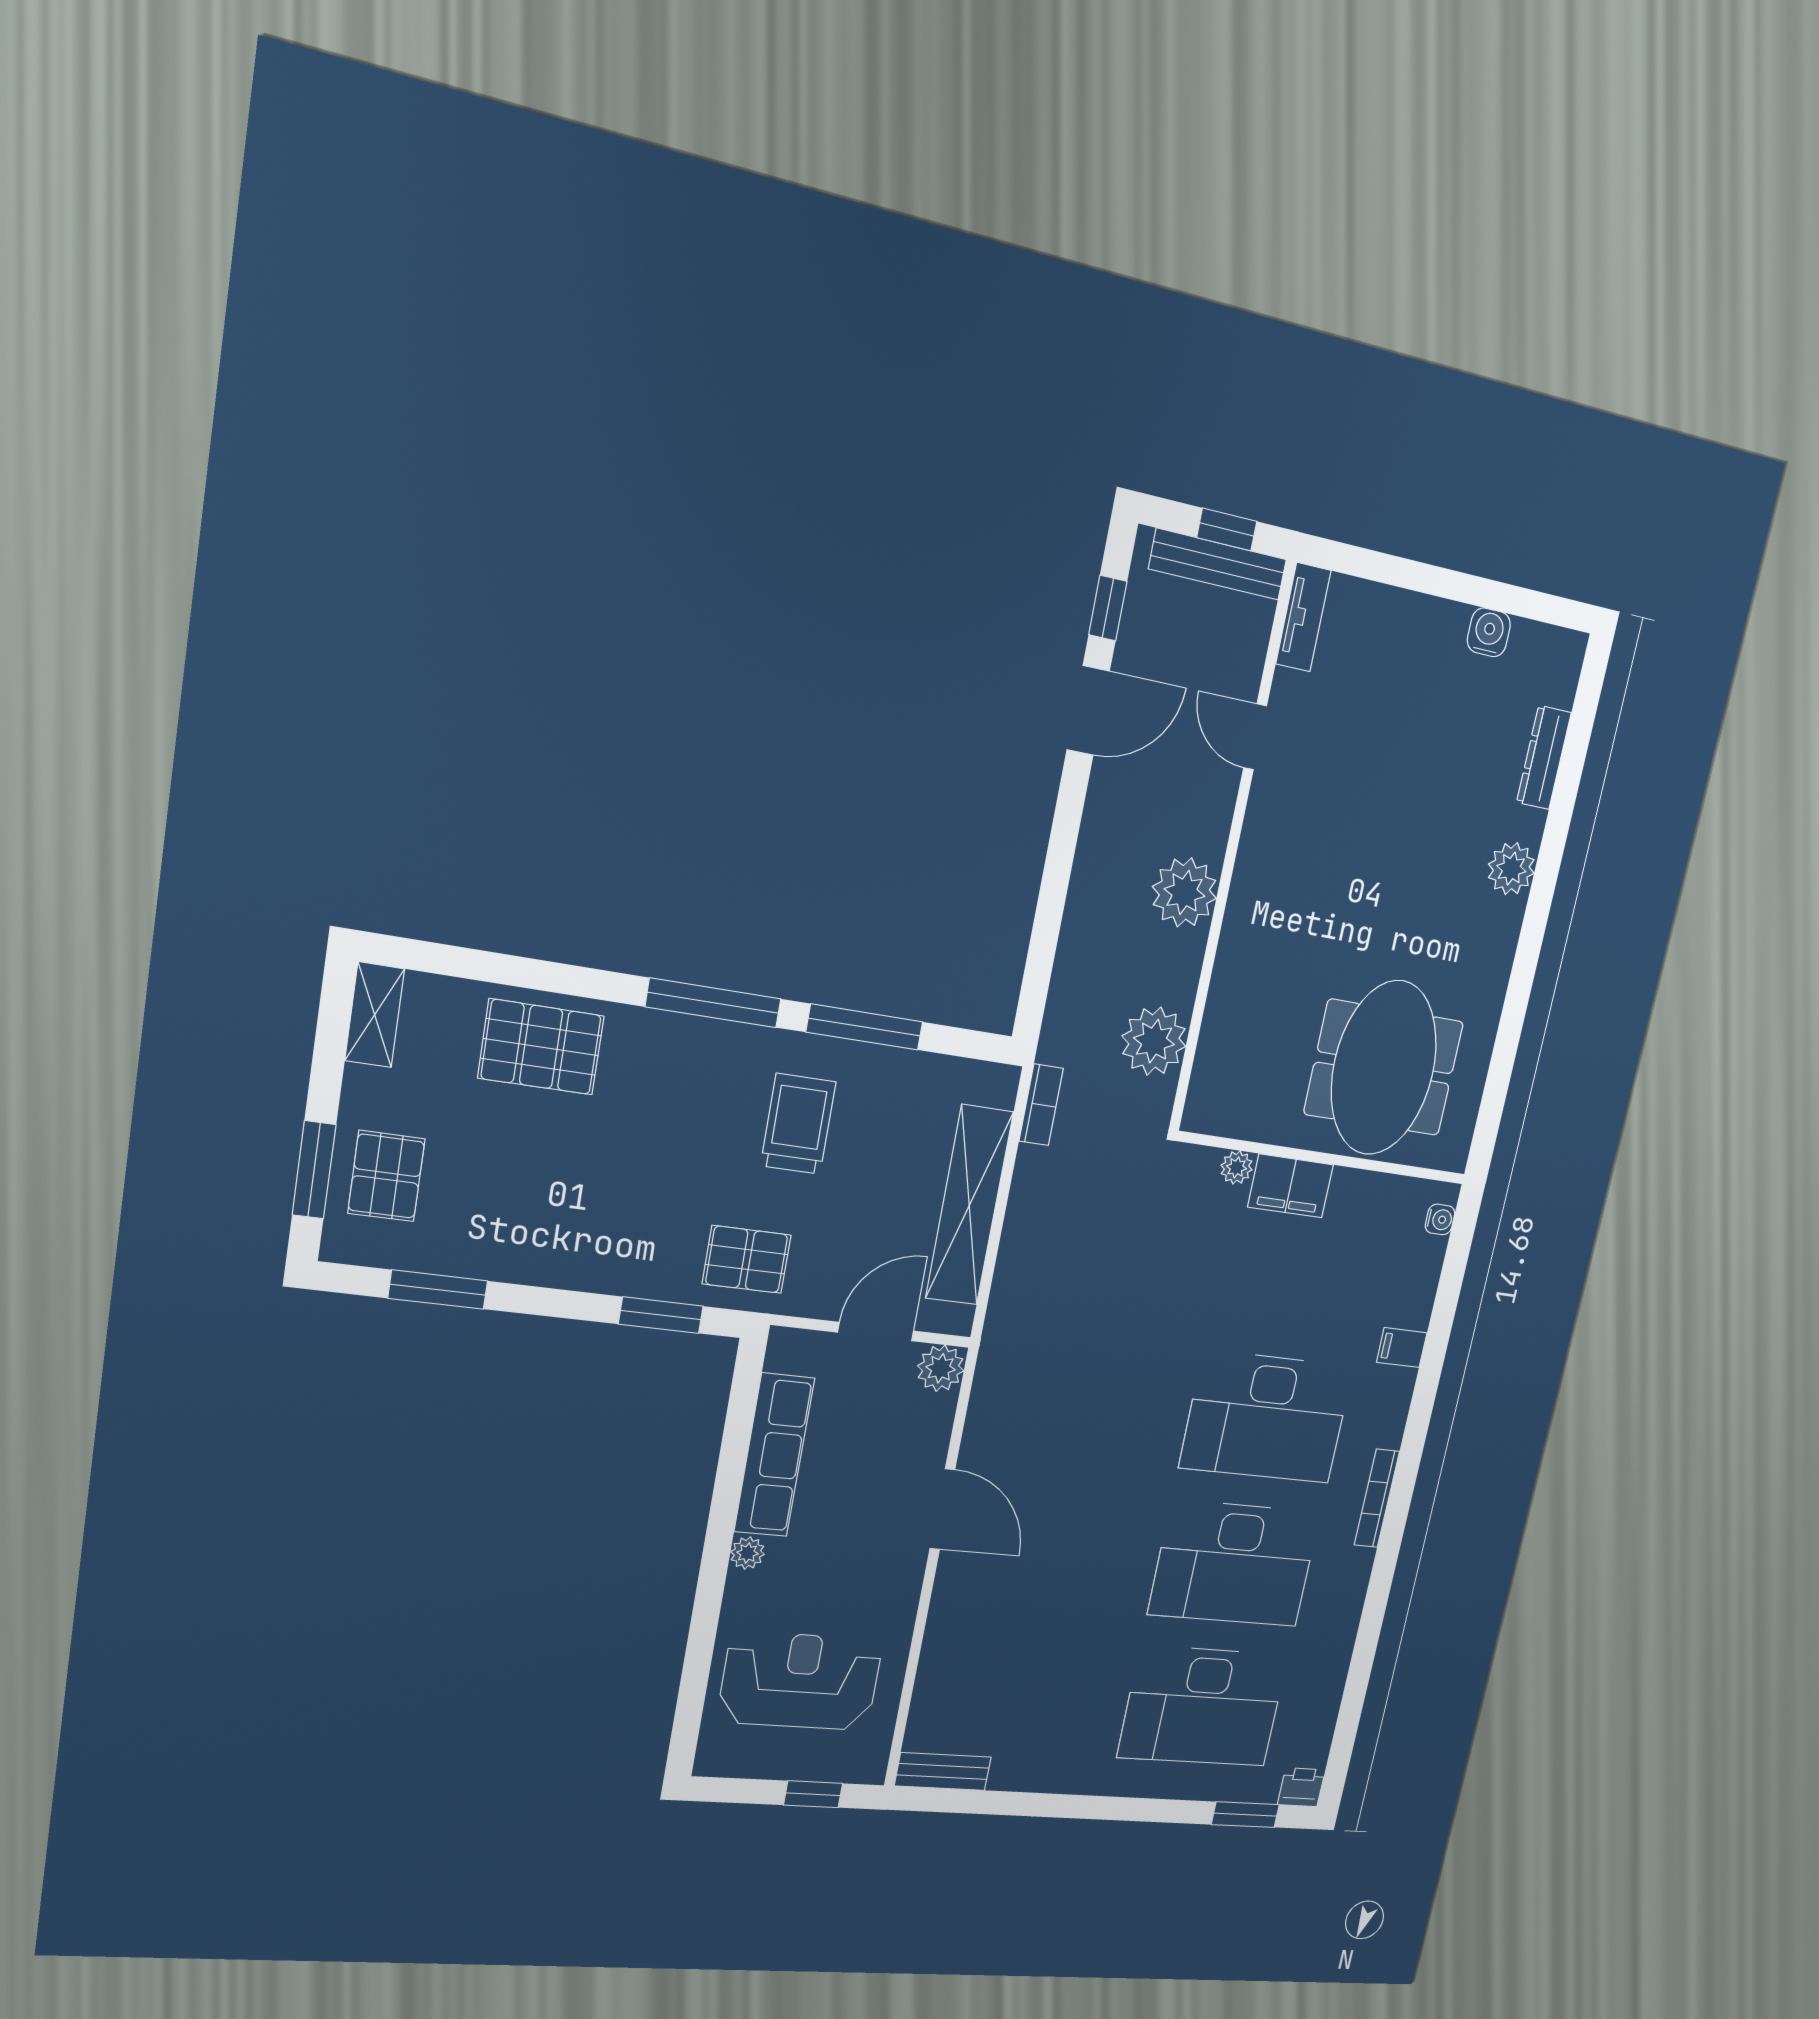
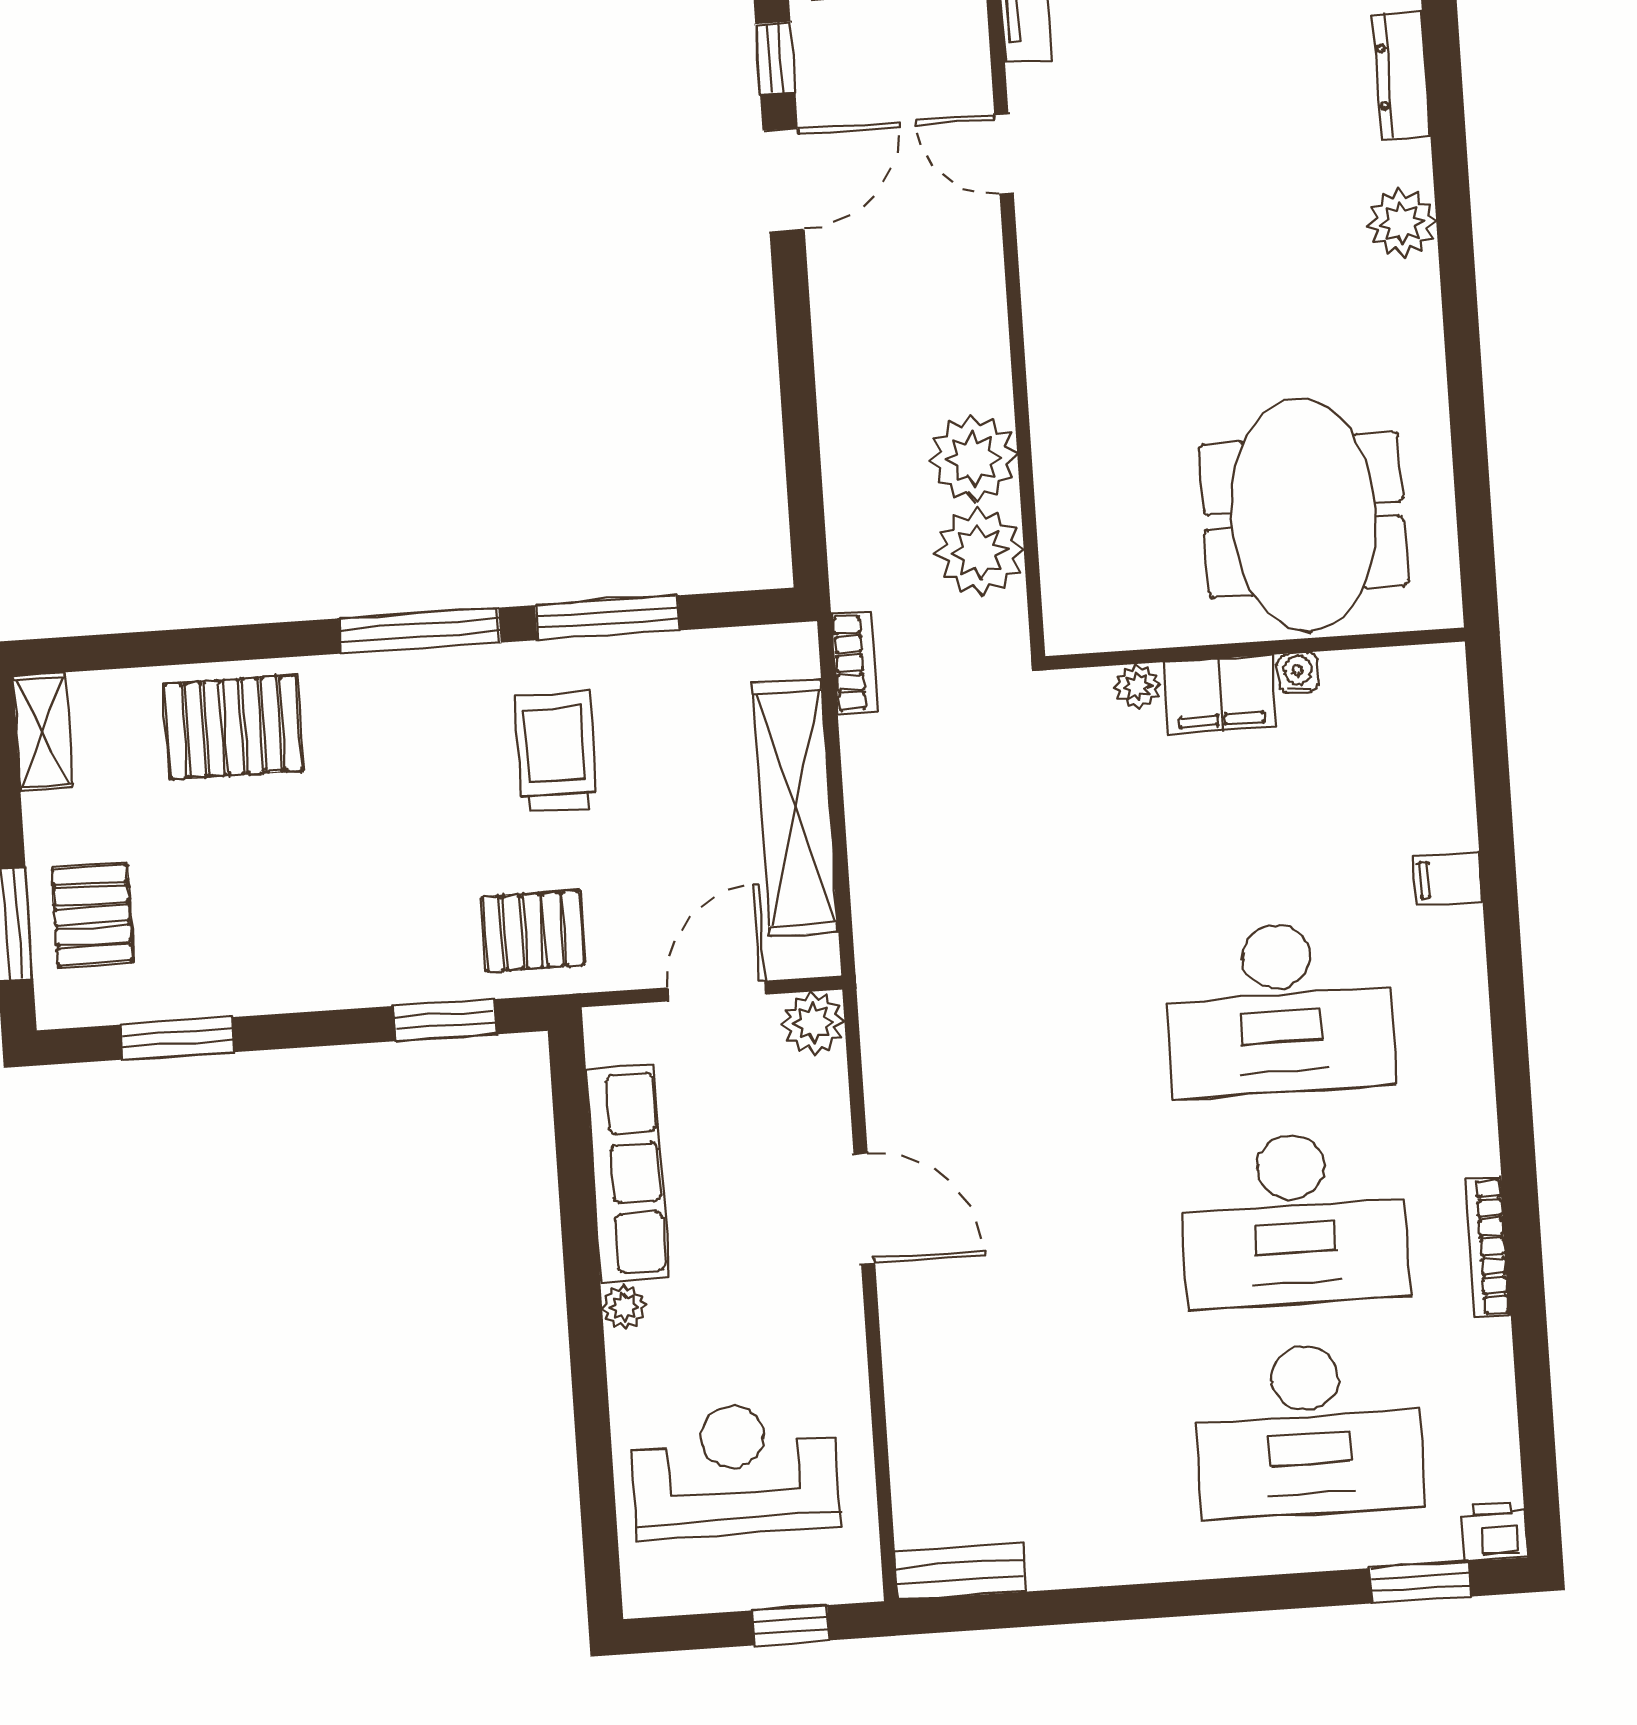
plant: (1184, 892) -> (974, 459), moved
water cooler: (1440, 1219) -> (1298, 673), moved, turned -90
bookcase: (1377, 1498) -> (1488, 1247), moved

